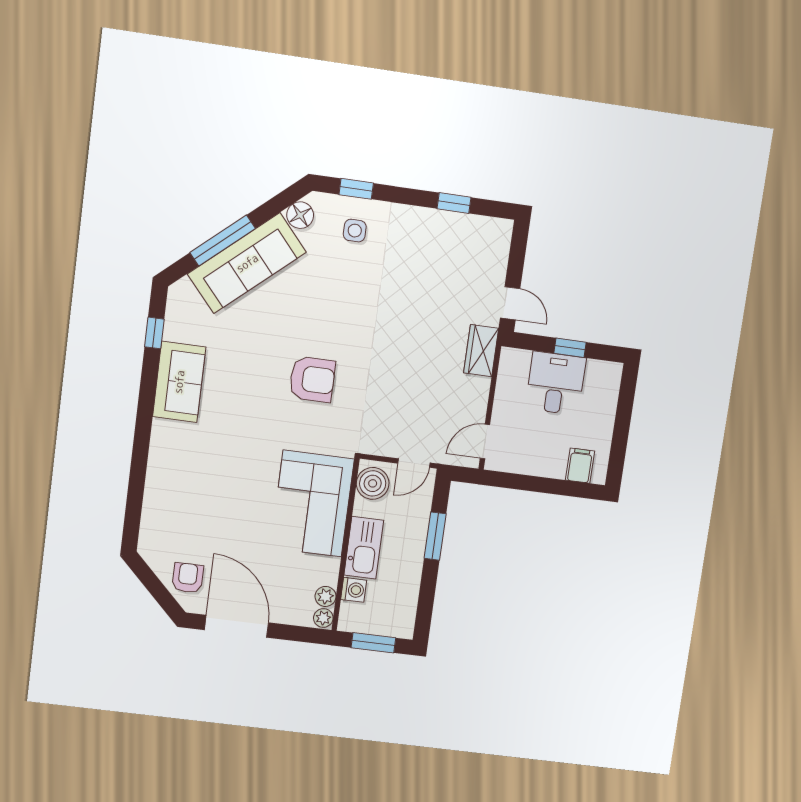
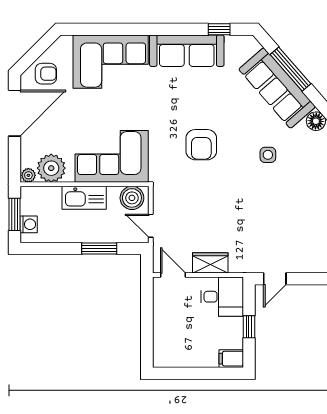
side table: (355, 231) -> (268, 155), moved
wardrobe: (481, 351) -> (210, 263), moved
sofa: (179, 382) -> (187, 51), width x1.36
desk: (556, 383) -> (222, 297), moved
filing cabinet: (580, 466) -> (231, 359), moved, turned 180
corner sofa: (182, 488) -> (111, 62), added
washing machine: (354, 590) -> (29, 224), moved, turned -90
plant: (326, 596) -> (51, 168), width x1.87, depth x1.87

